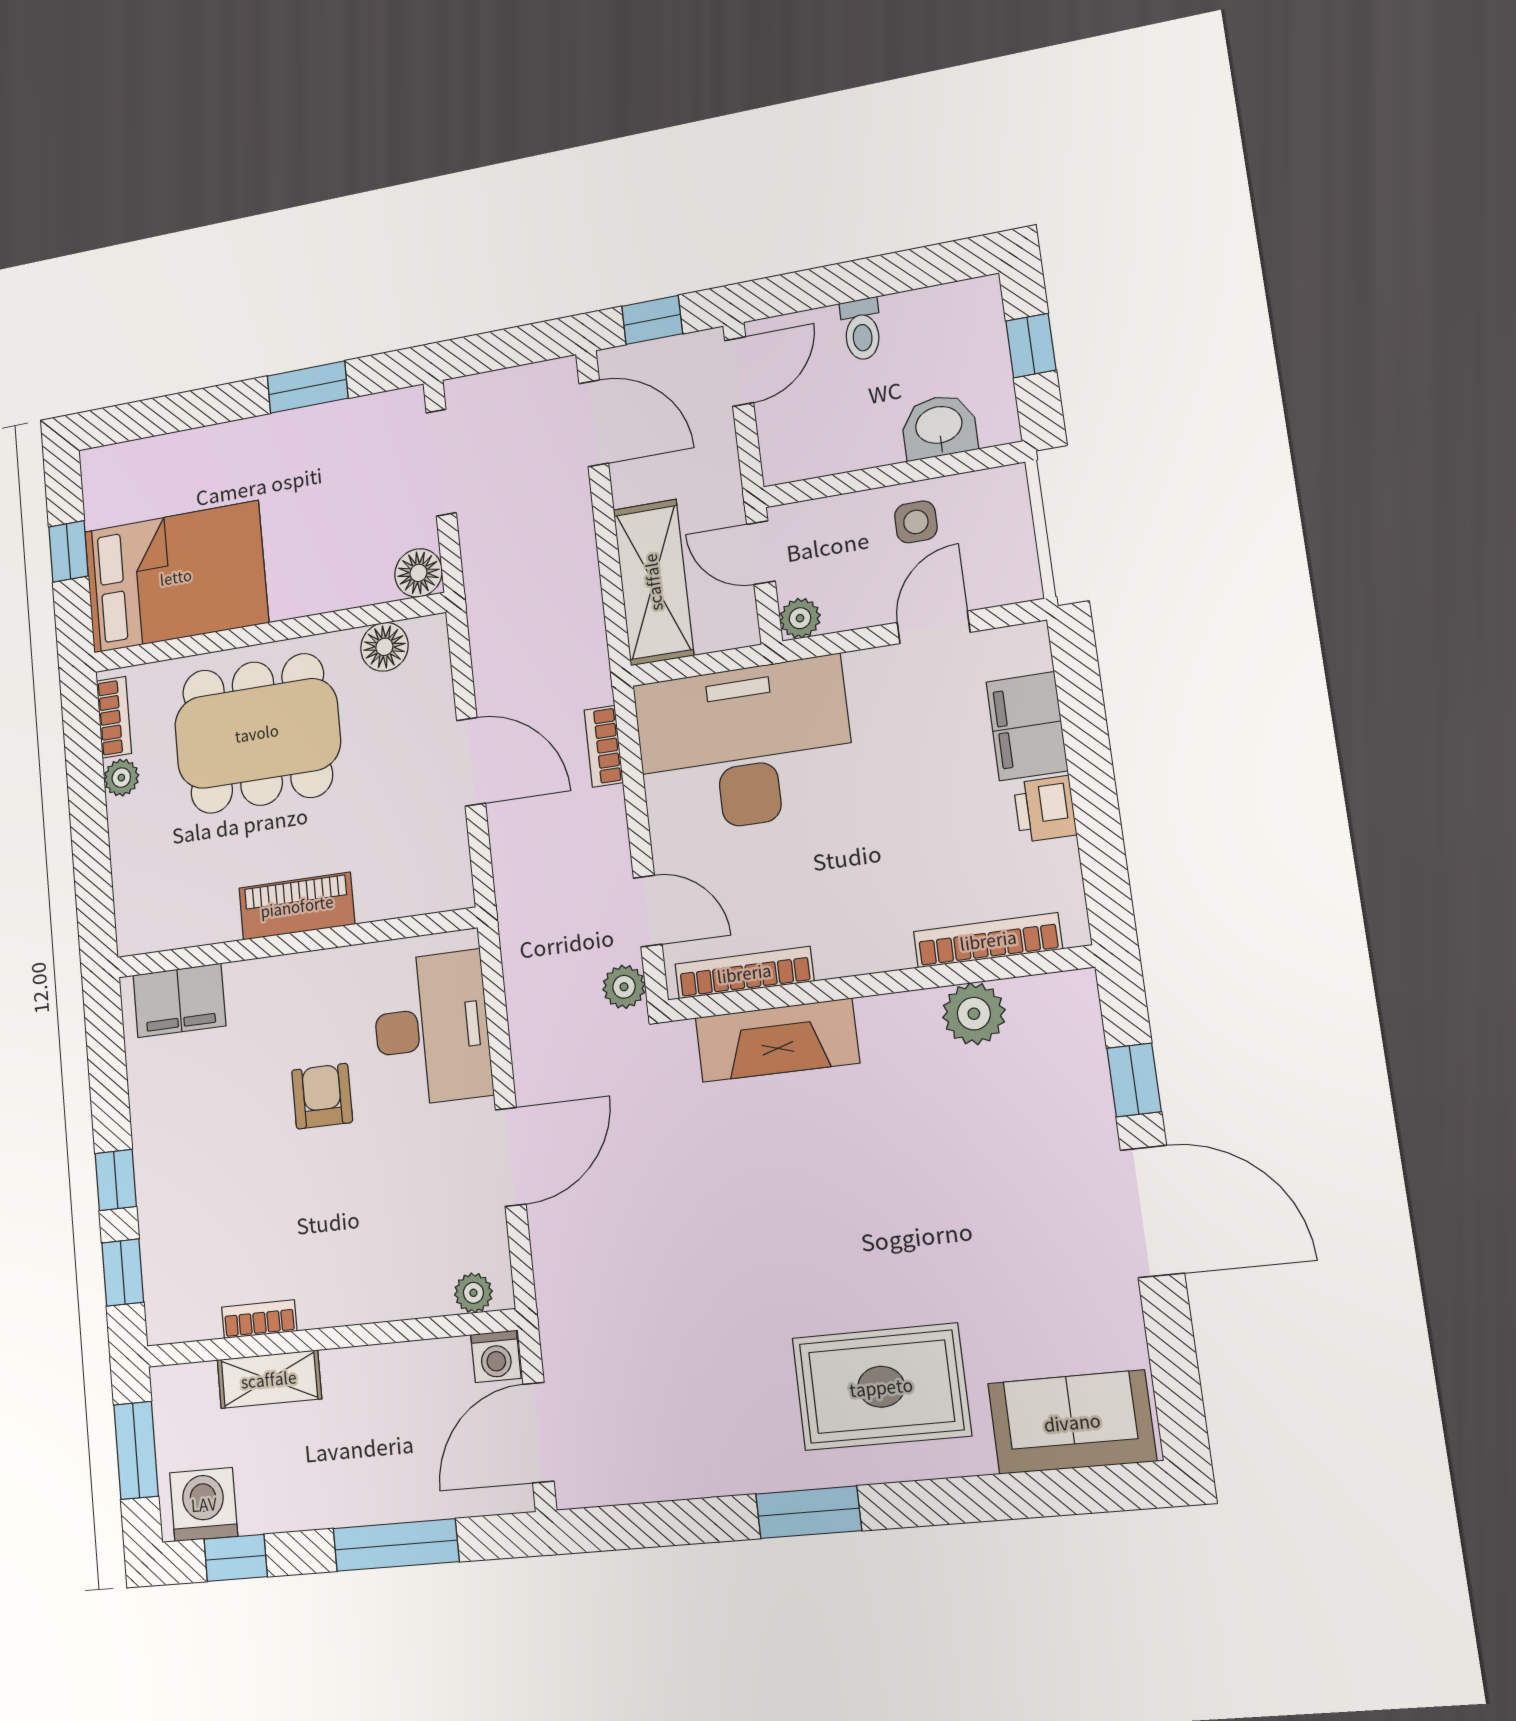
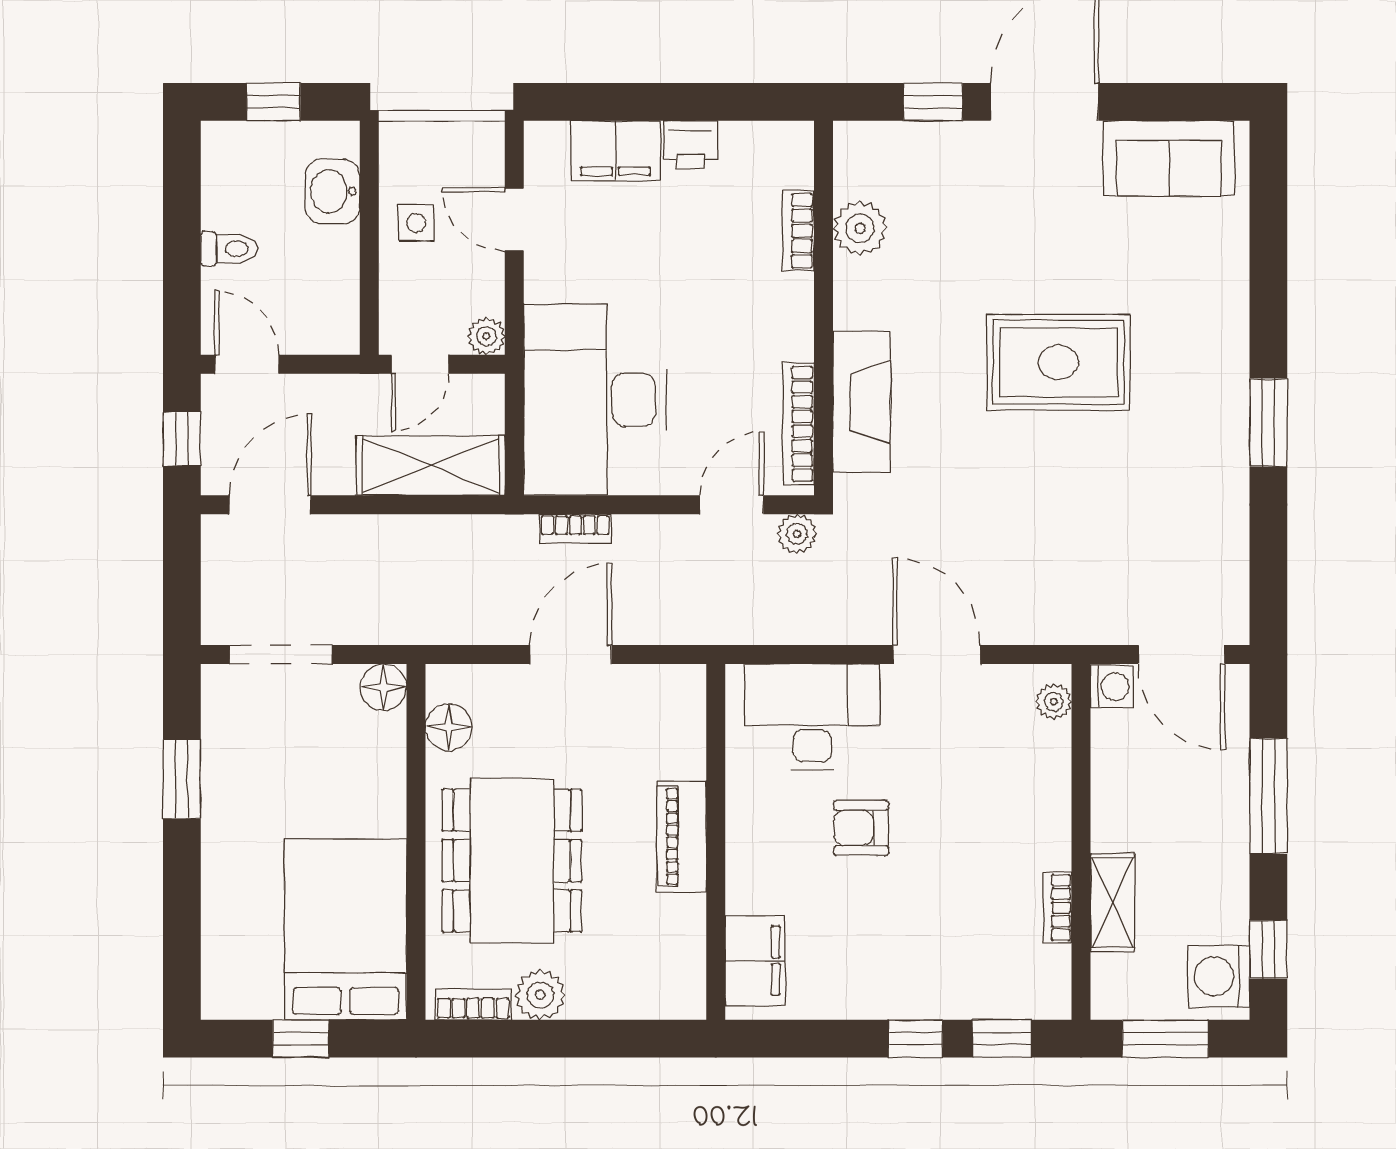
plant: (121, 778) -> (540, 995), width x1.38, depth x1.38
bookcase: (988, 940) -> (798, 231), width x0.64
rug: (881, 1387) -> (1058, 362), moved, turned 90
sofa: (1072, 1422) -> (1169, 158), moved, turned -90

